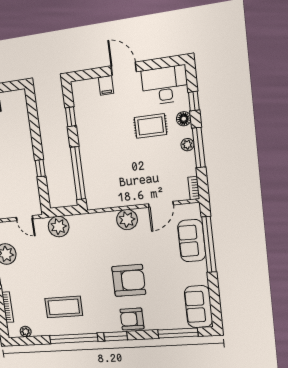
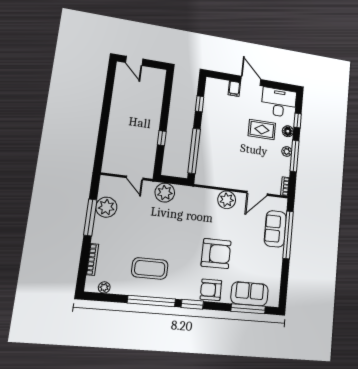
sofa: (198, 307) -> (250, 294), moved, turned 90

